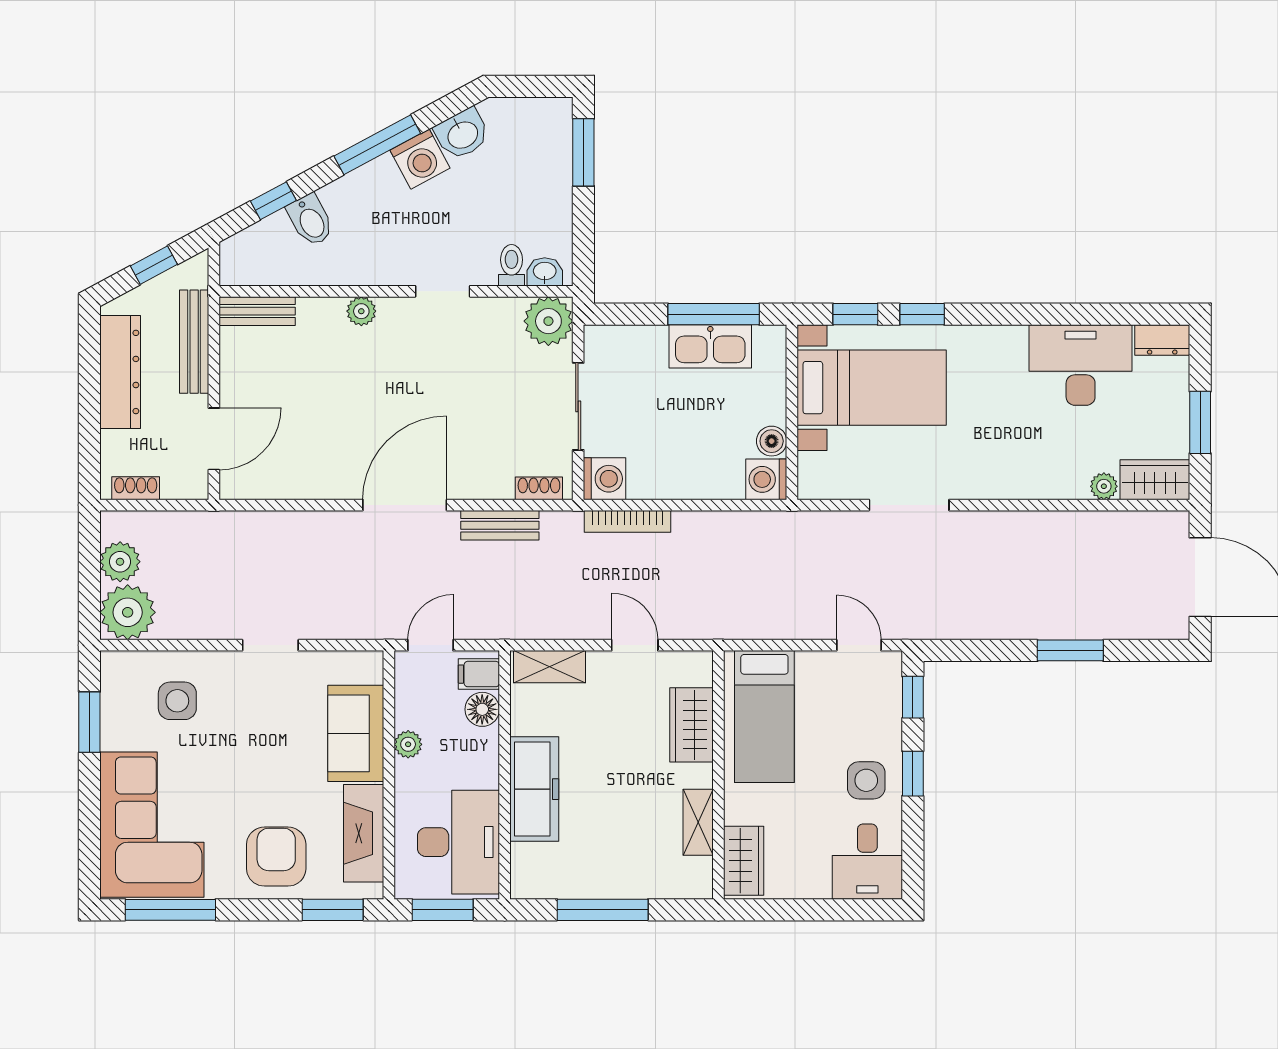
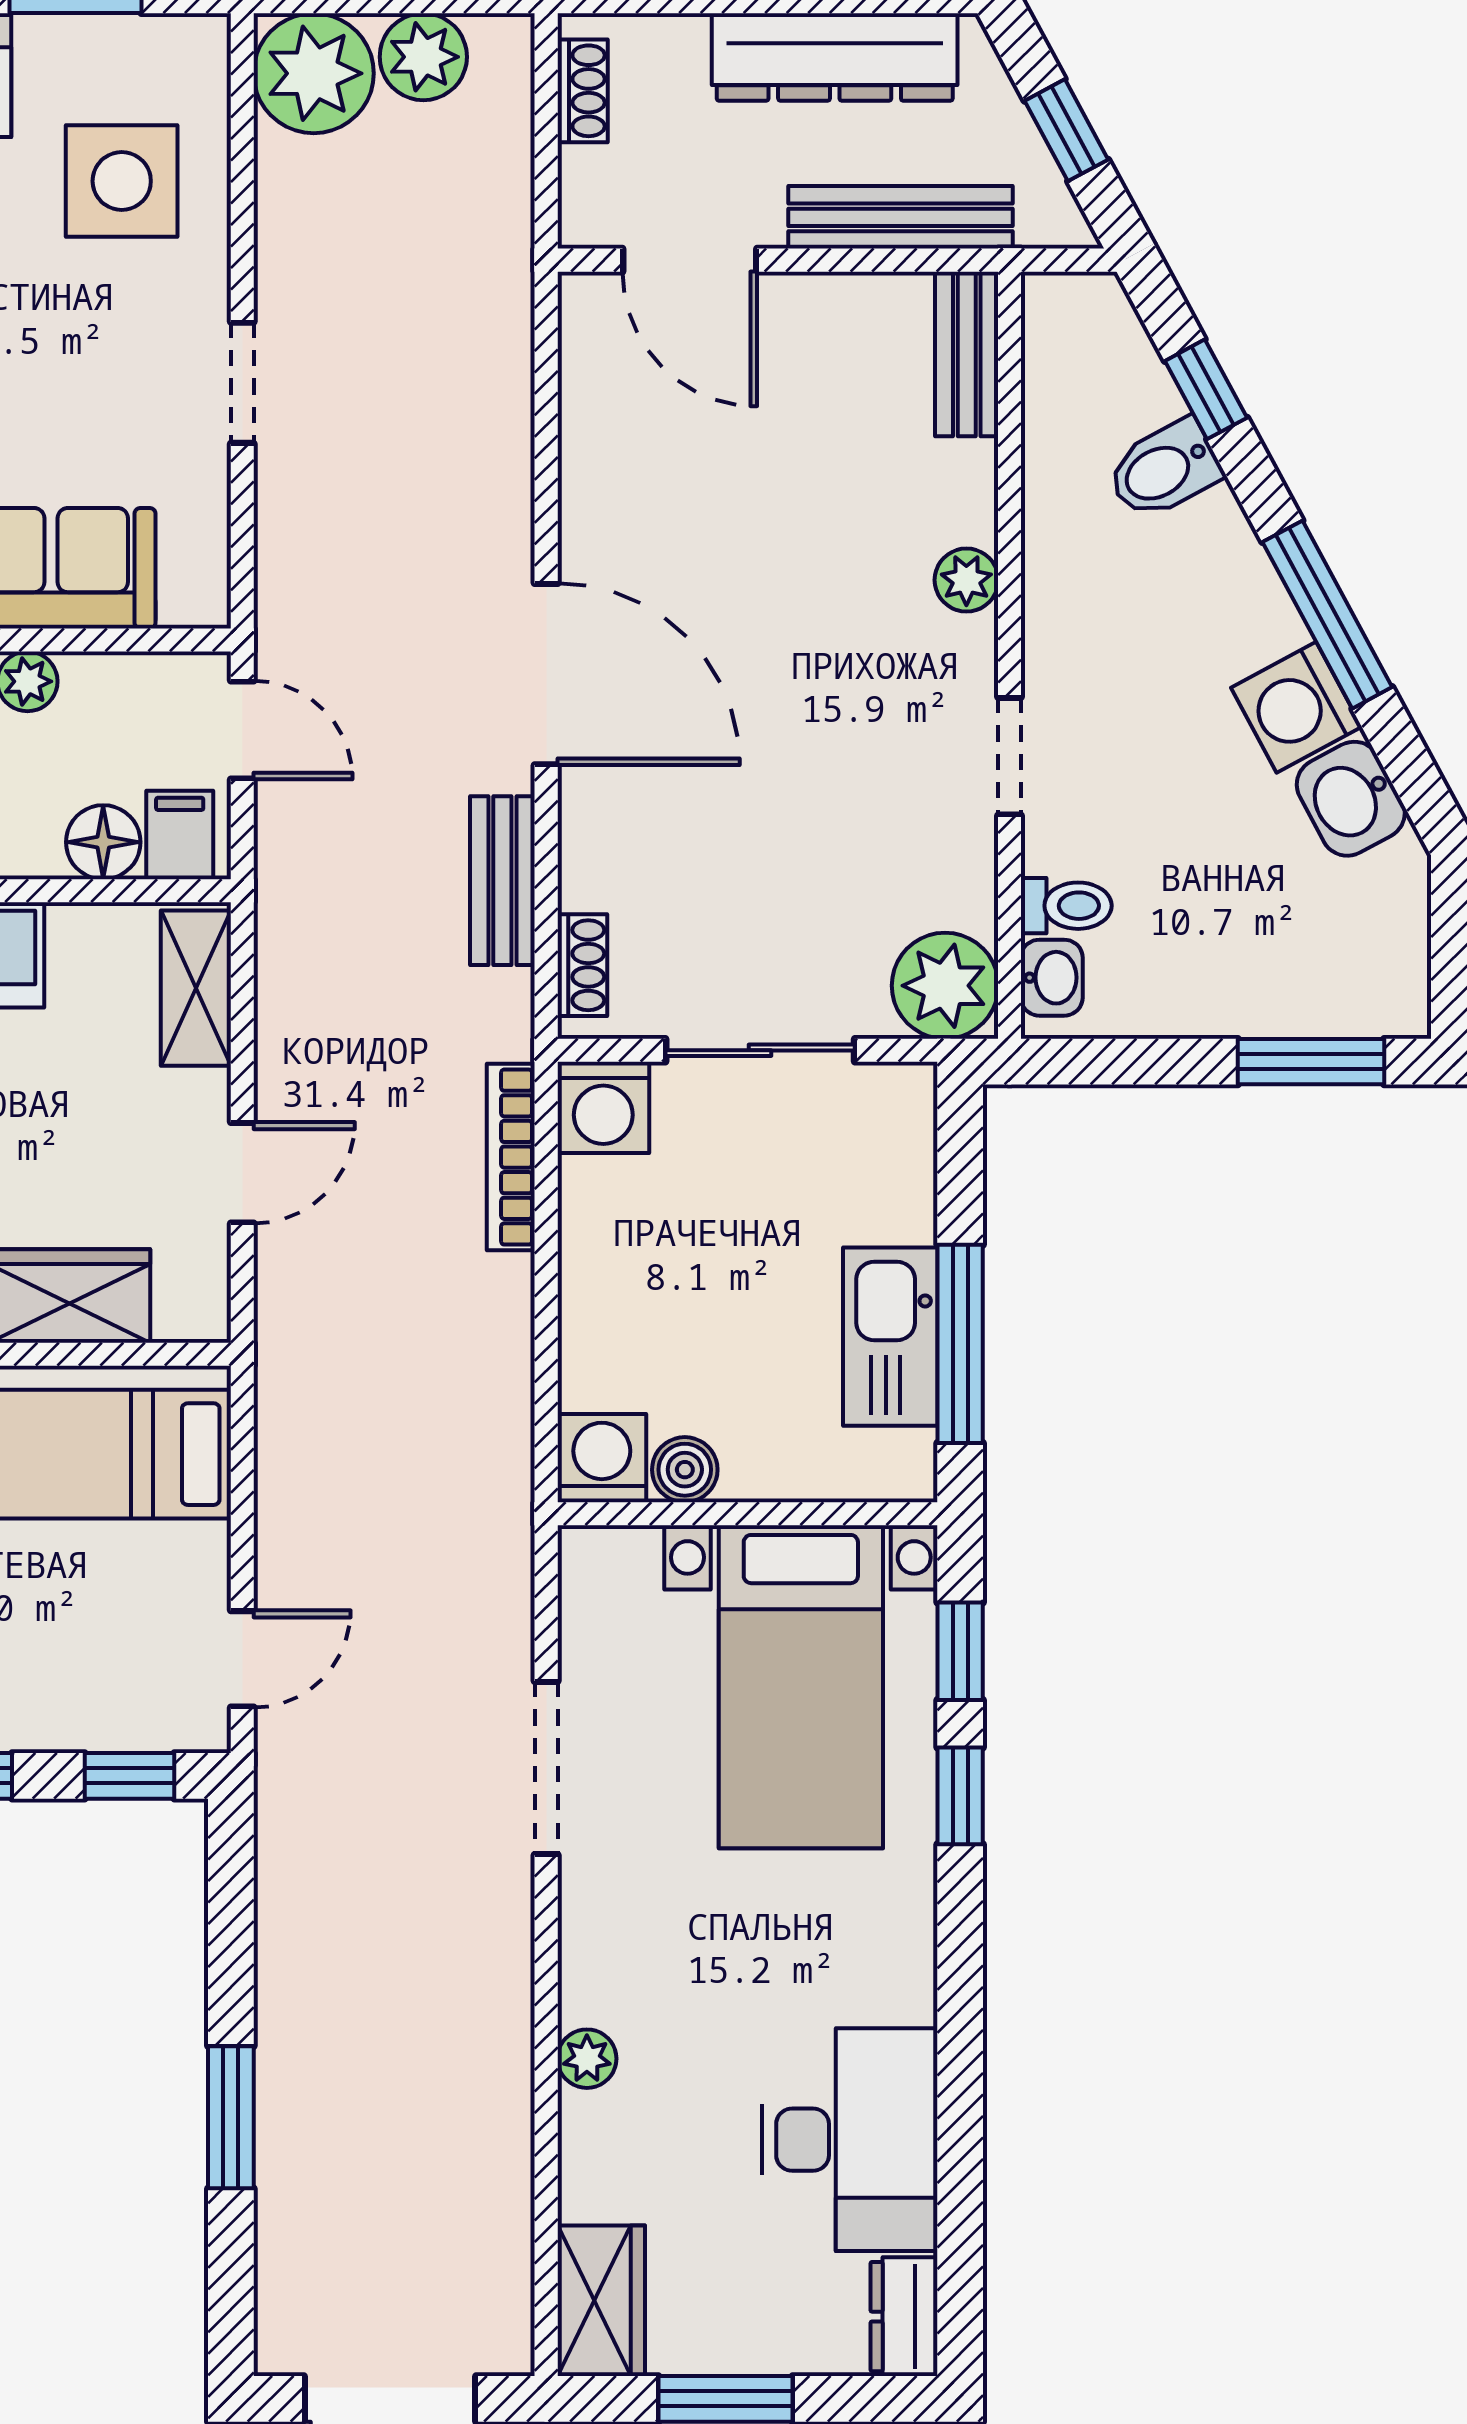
plant: (1104, 486) -> (587, 2059), moved
side table: (177, 701) -> (122, 181), width x1.37, depth x1.37

